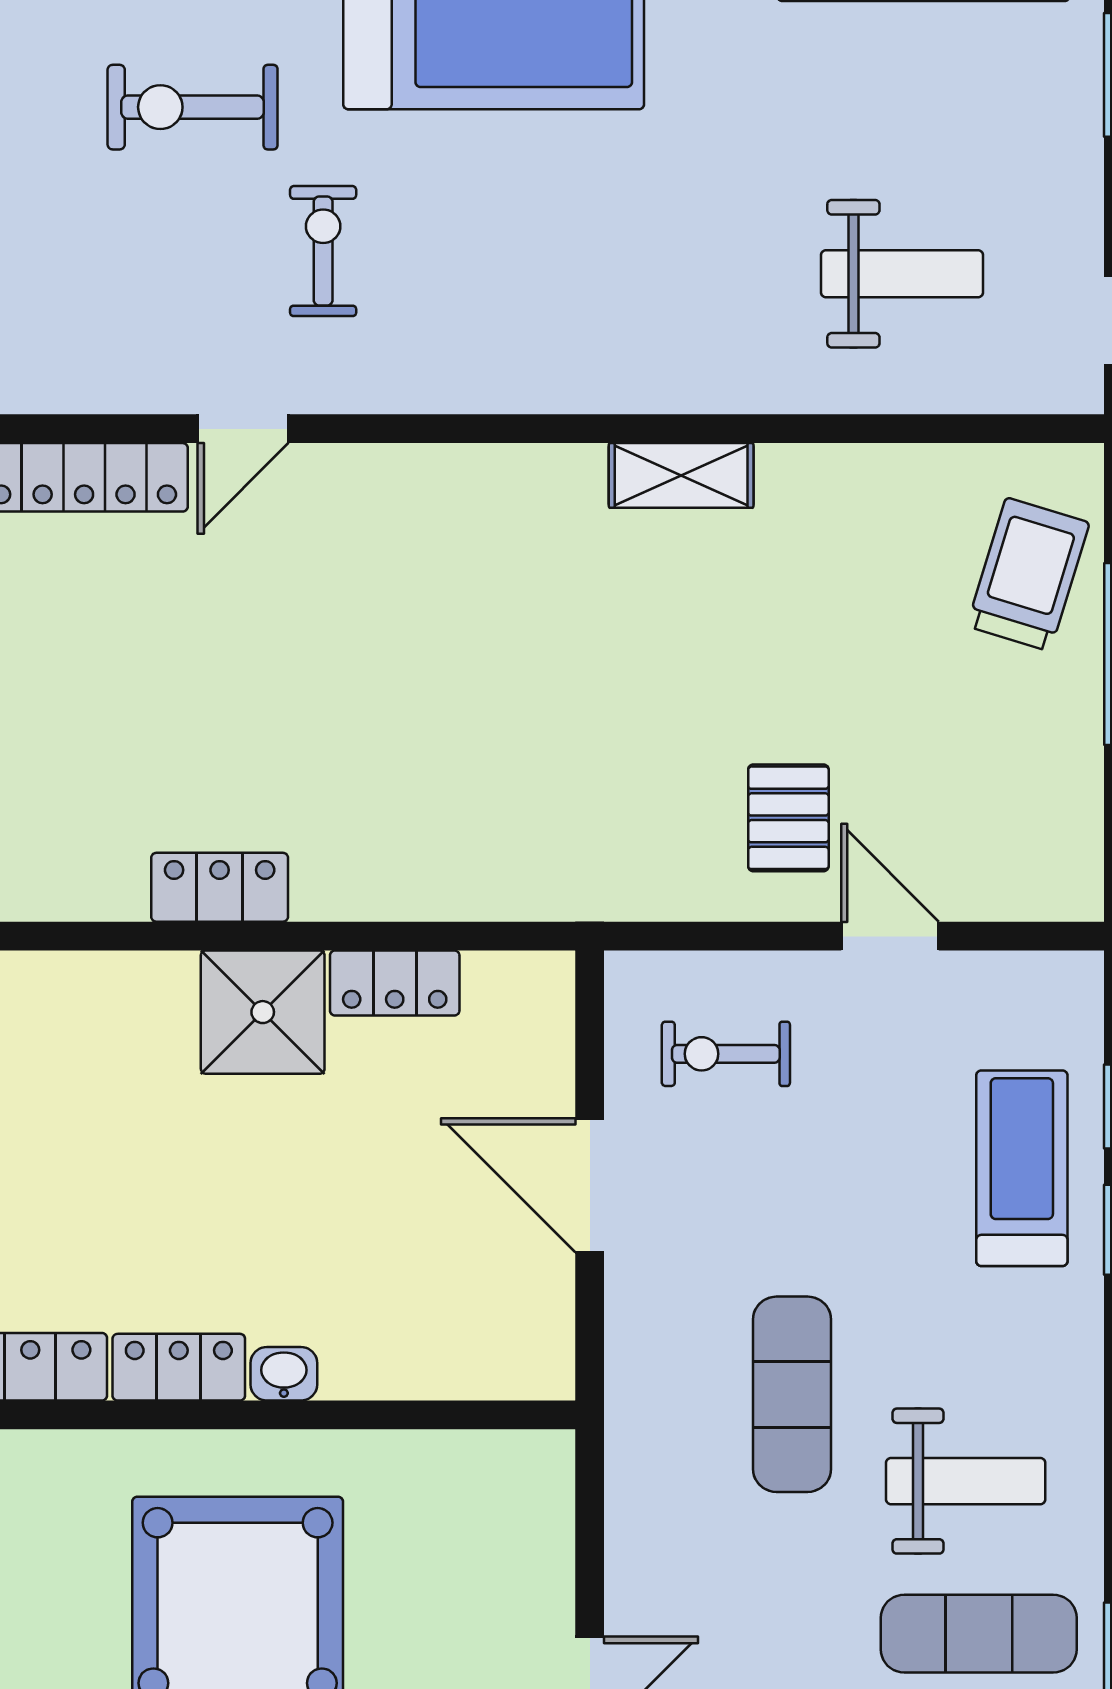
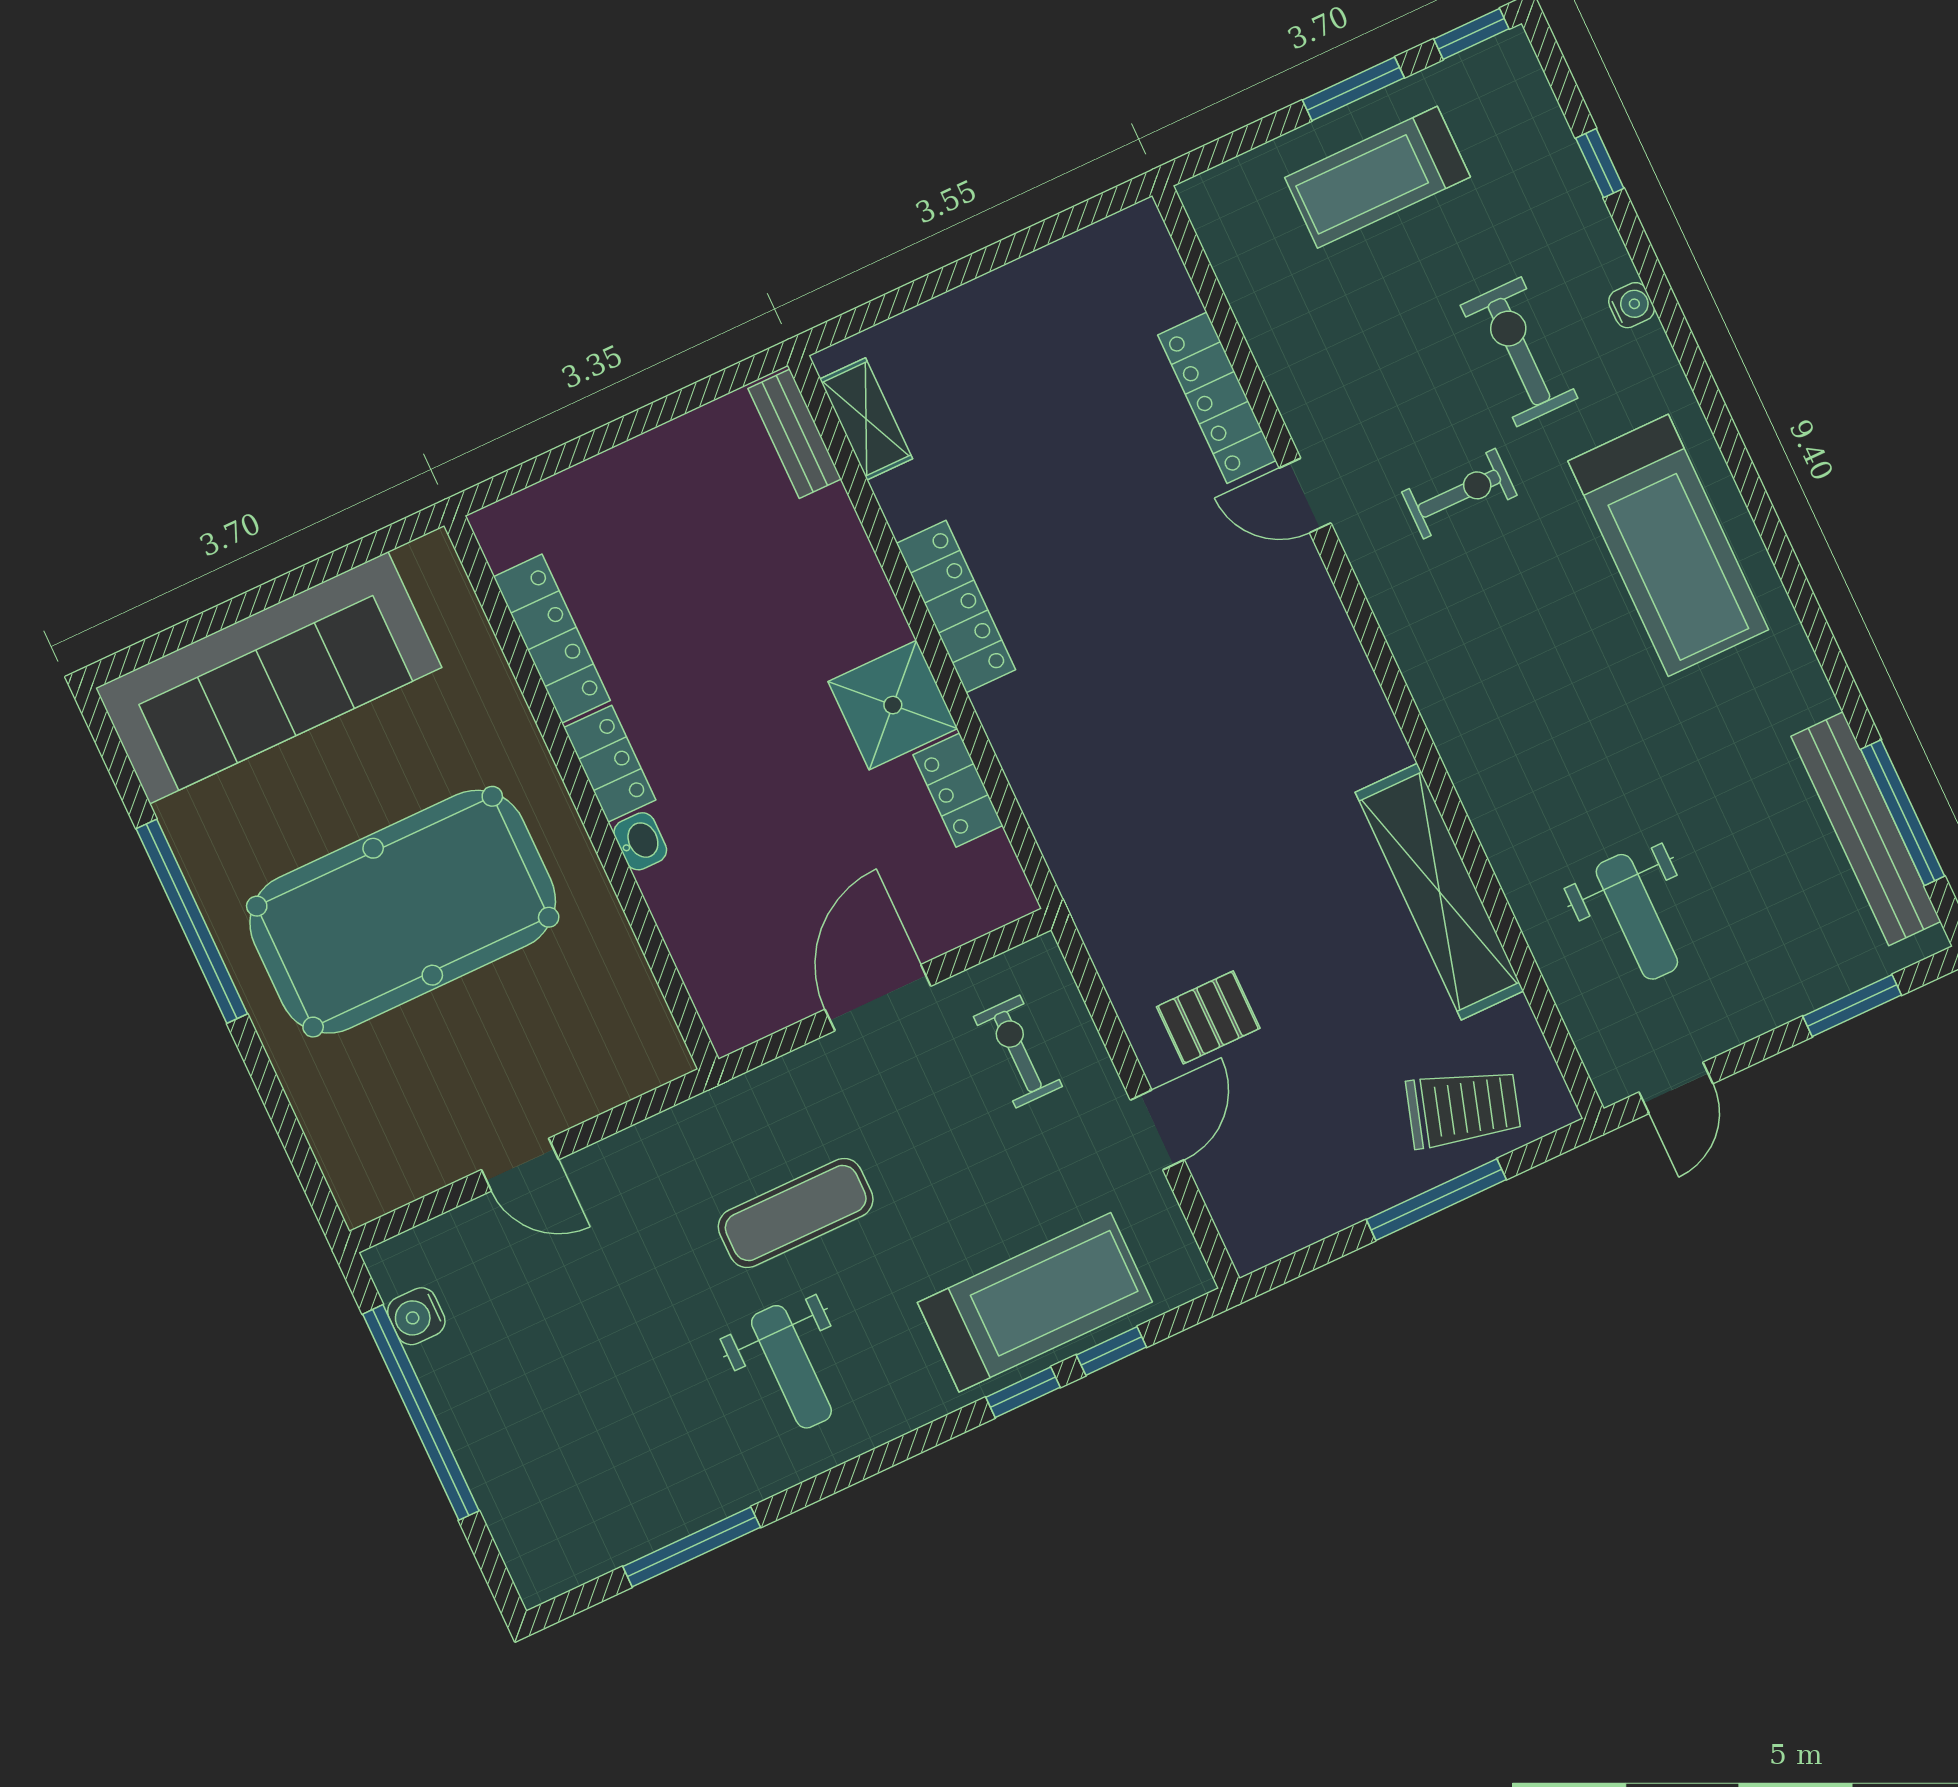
shelving: (681, 475) -> (1439, 892), width x2.20, depth x1.33
locker: (220, 887) -> (956, 606), width x1.53
treadmill: (1022, 1168) -> (1035, 1302), width x1.37, depth x1.38
exercise mat: (979, 1634) -> (686, 1427), removed

